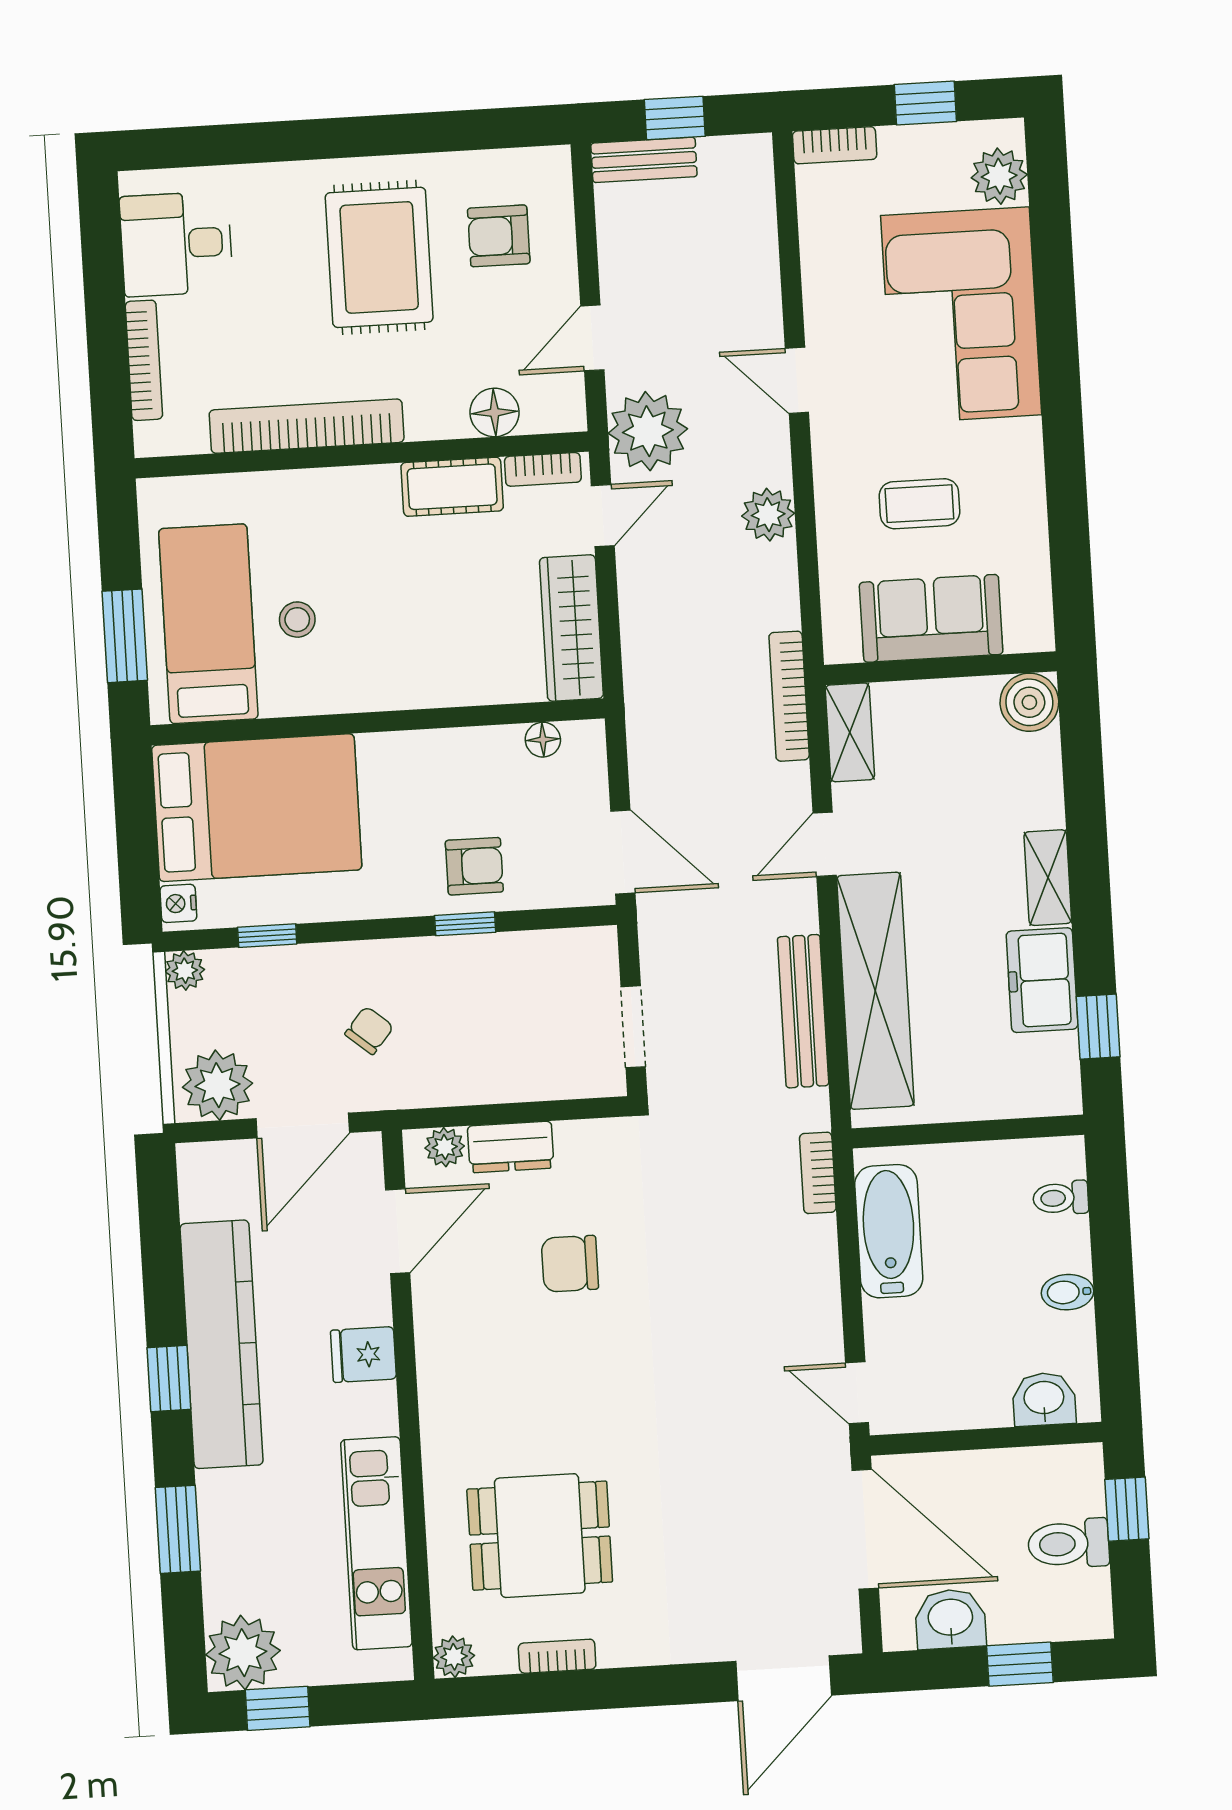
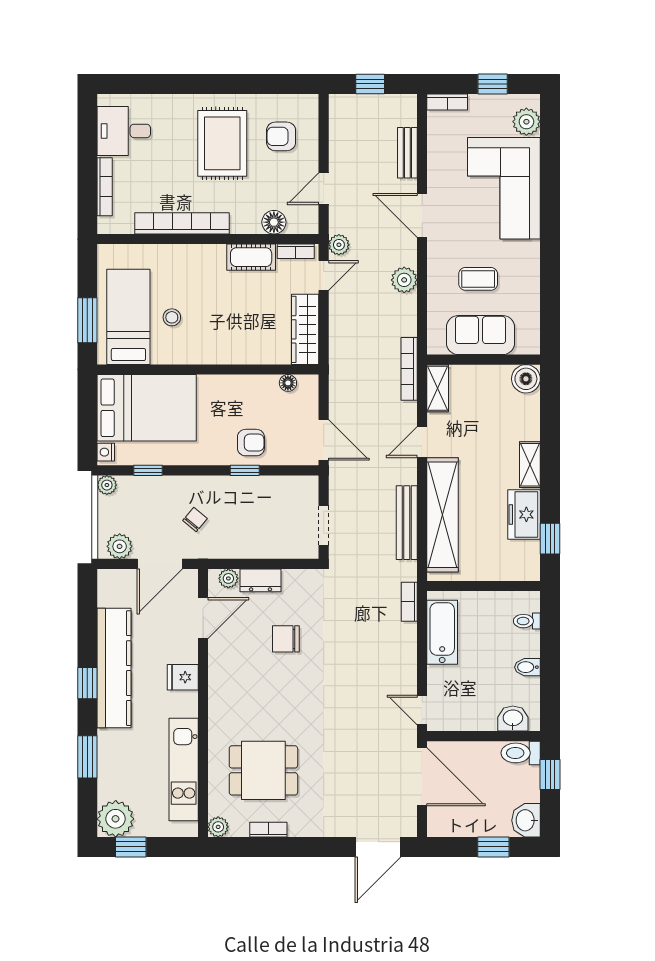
bench: (644, 160) -> (407, 153), moved, turned 90
door: (797, 380) -> (422, 215), width x1.37
plant: (648, 431) -> (339, 245), width x0.53, depth x0.53
plant: (217, 1085) -> (120, 546), width x0.73, depth x0.73
toilet: (1069, 1544) -> (521, 753), moved
washbasin: (950, 1619) -> (526, 820), moved, turned -90

